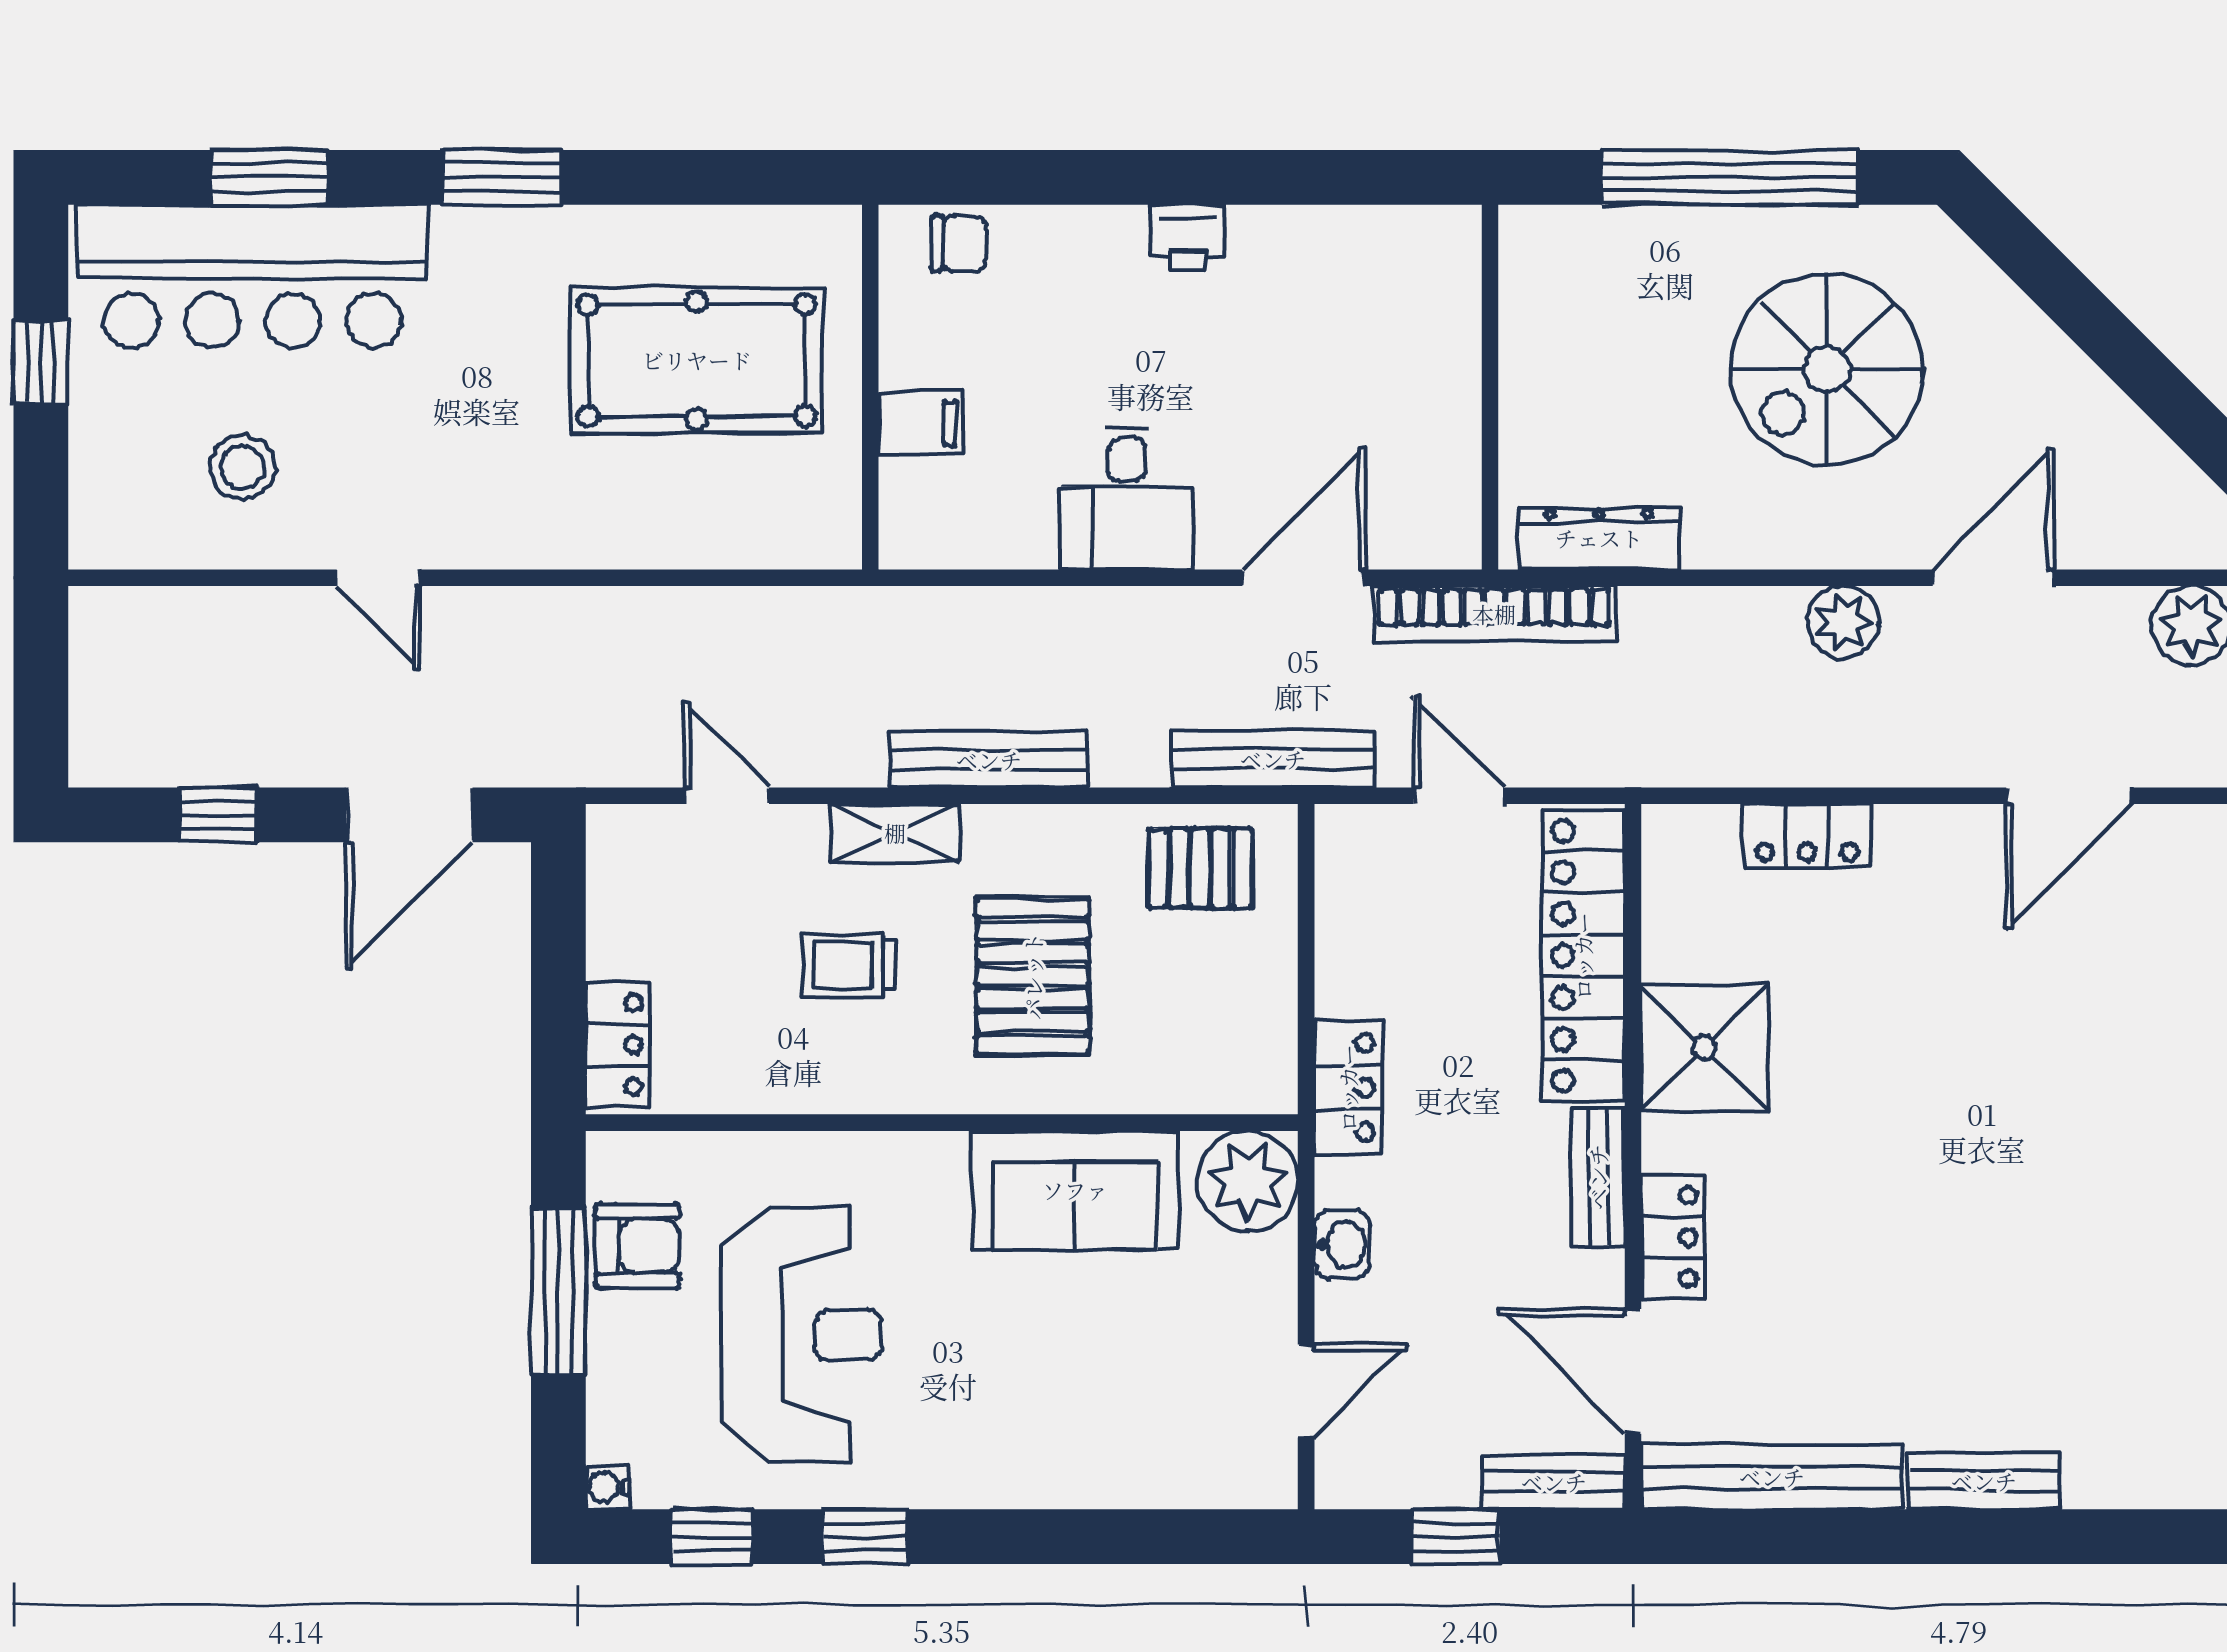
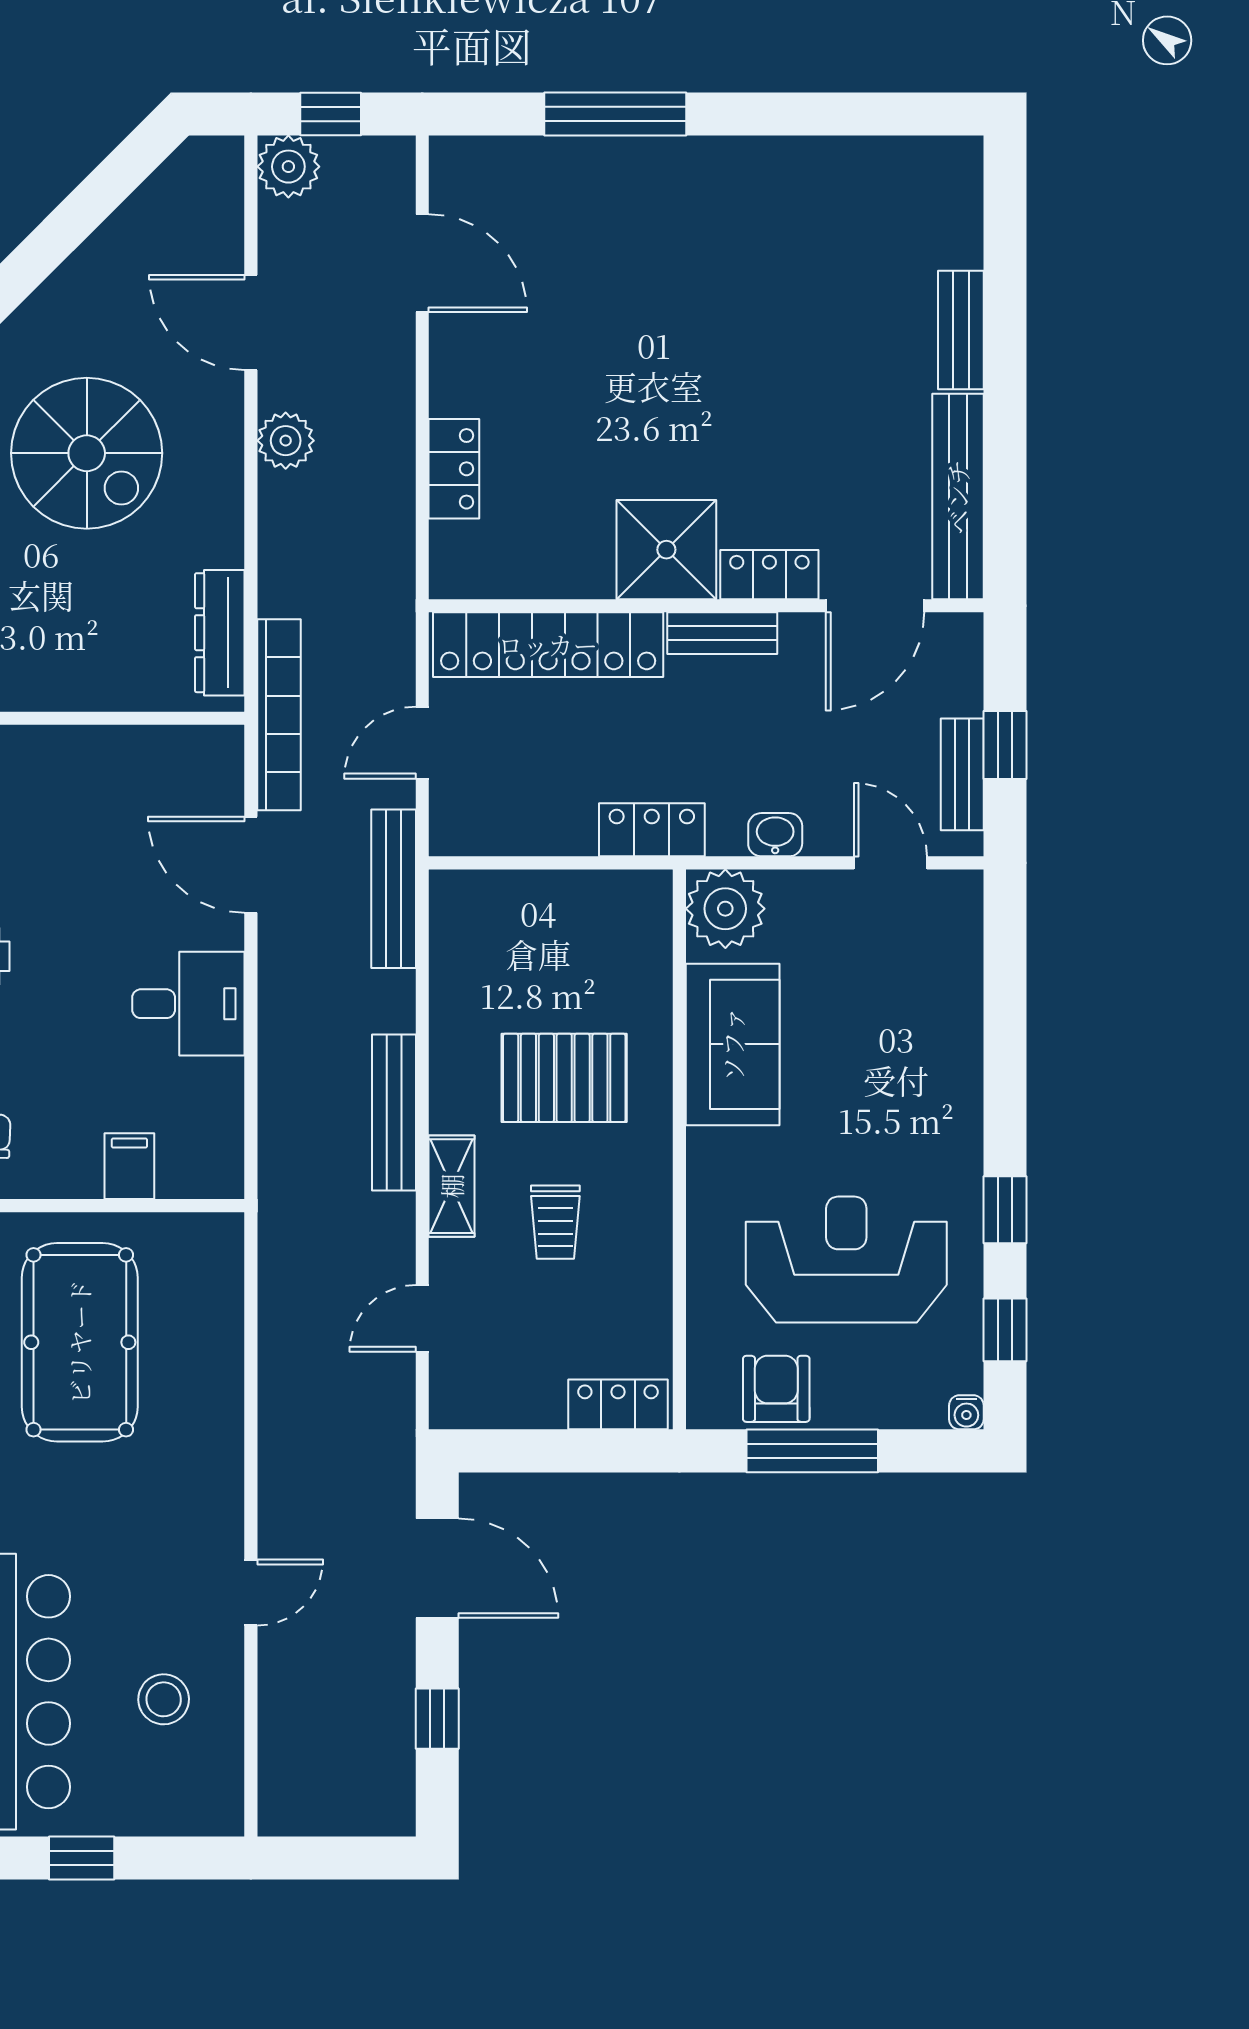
pallet: (1200, 868) -> (479, 946), removed
shower: (1704, 1047) -> (666, 550), moved
bench: (1554, 1482) -> (962, 774), moved

